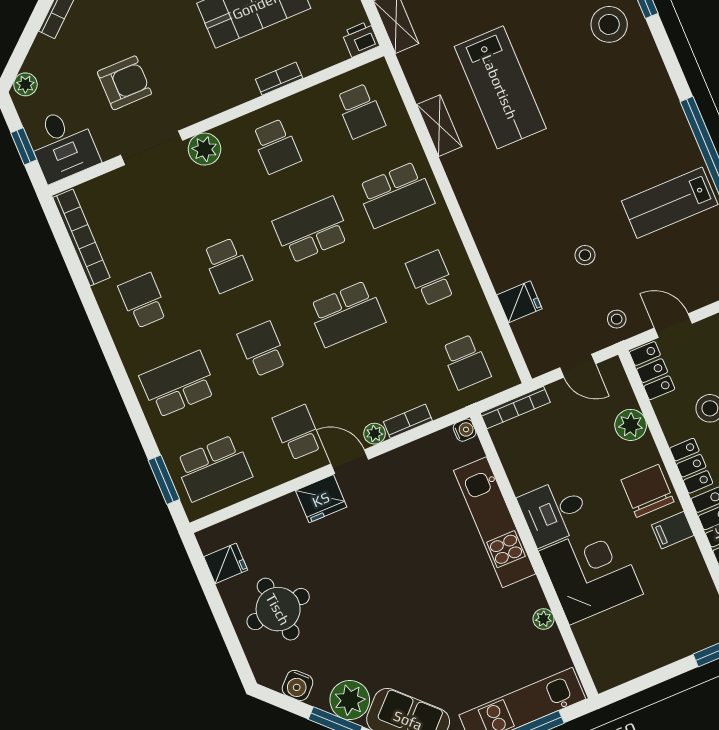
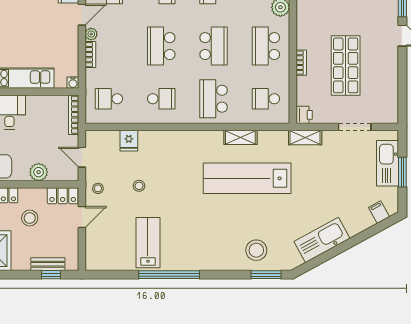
lab bench: (500, 87) -> (247, 178), width x1.36
school desk: (276, 146) -> (266, 46), width x1.85
door: (578, 366) -> (82, 157), hinge flipped

